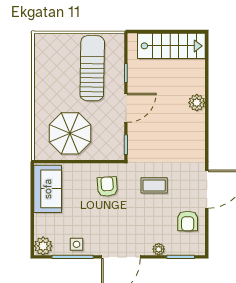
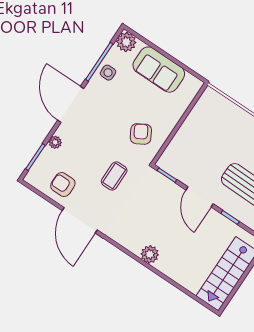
plant: (197, 103) -> (150, 254), moved
parasol: (70, 133) -> (210, 132), removed
armchair: (107, 187) -> (141, 134), turned -116
sofa: (48, 189) -> (159, 70), moved

